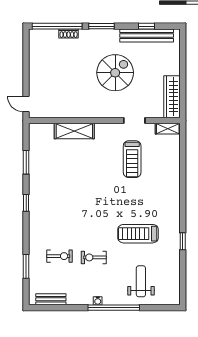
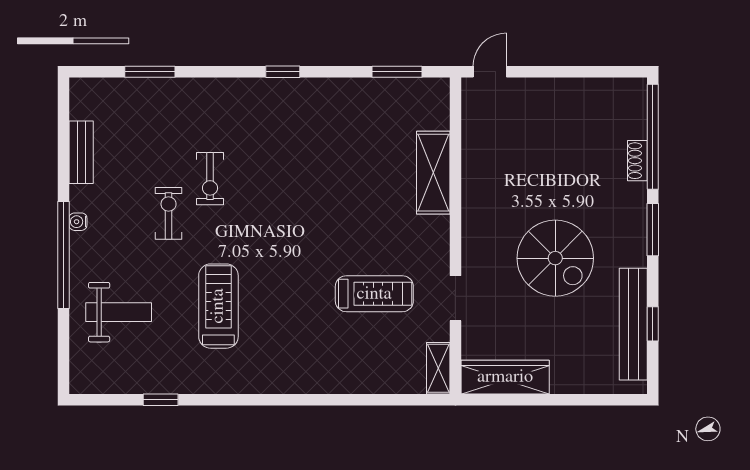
treadmill: (132, 159) -> (374, 294), turned 180
window: (26, 162) -> (397, 72), moved
window: (183, 241) -> (161, 400), moved
exercise bike: (60, 256) -> (210, 179), moved
bench: (51, 299) -> (81, 152), moved

